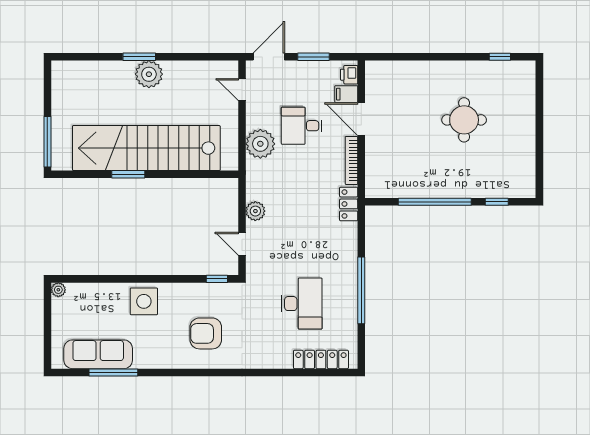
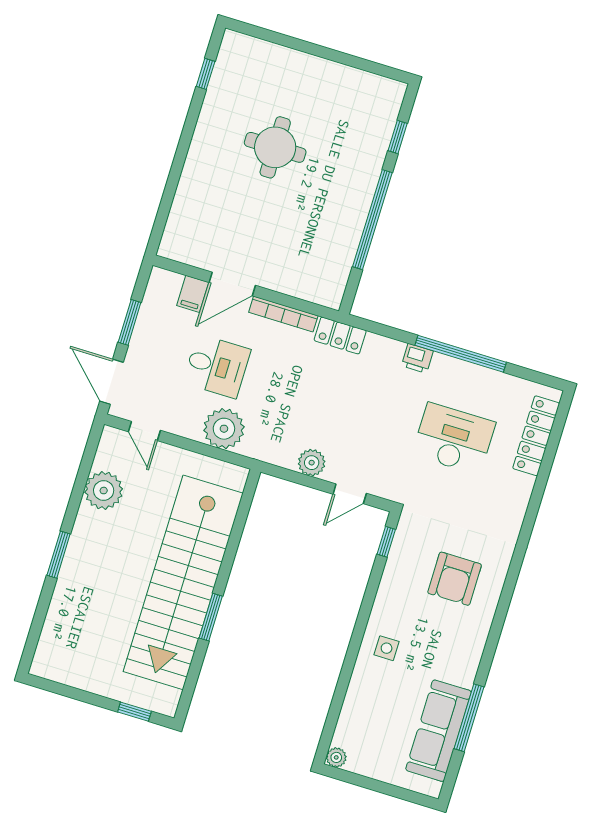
plant: (149, 74) -> (104, 491), moved
printer: (349, 75) -> (417, 358), moved
door: (242, 90) -> (144, 431), hinge flipped
desk: (302, 126) -> (217, 366), turned -90
window: (47, 142) -> (134, 712), width x0.46
side table: (144, 301) -> (387, 648), width x0.54, depth x0.54

